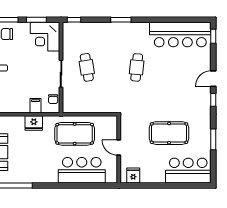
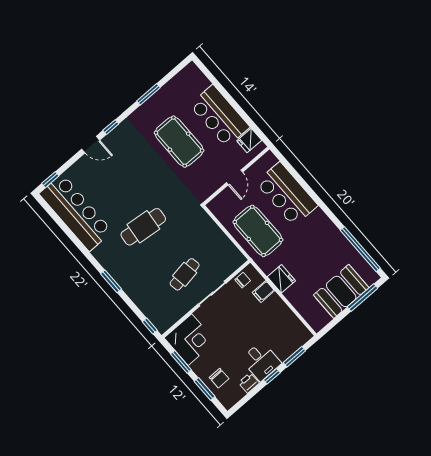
cafe table: (137, 67) -> (143, 227), width x1.37, depth x1.35
bar counter: (188, 171) -> (220, 116), moved

